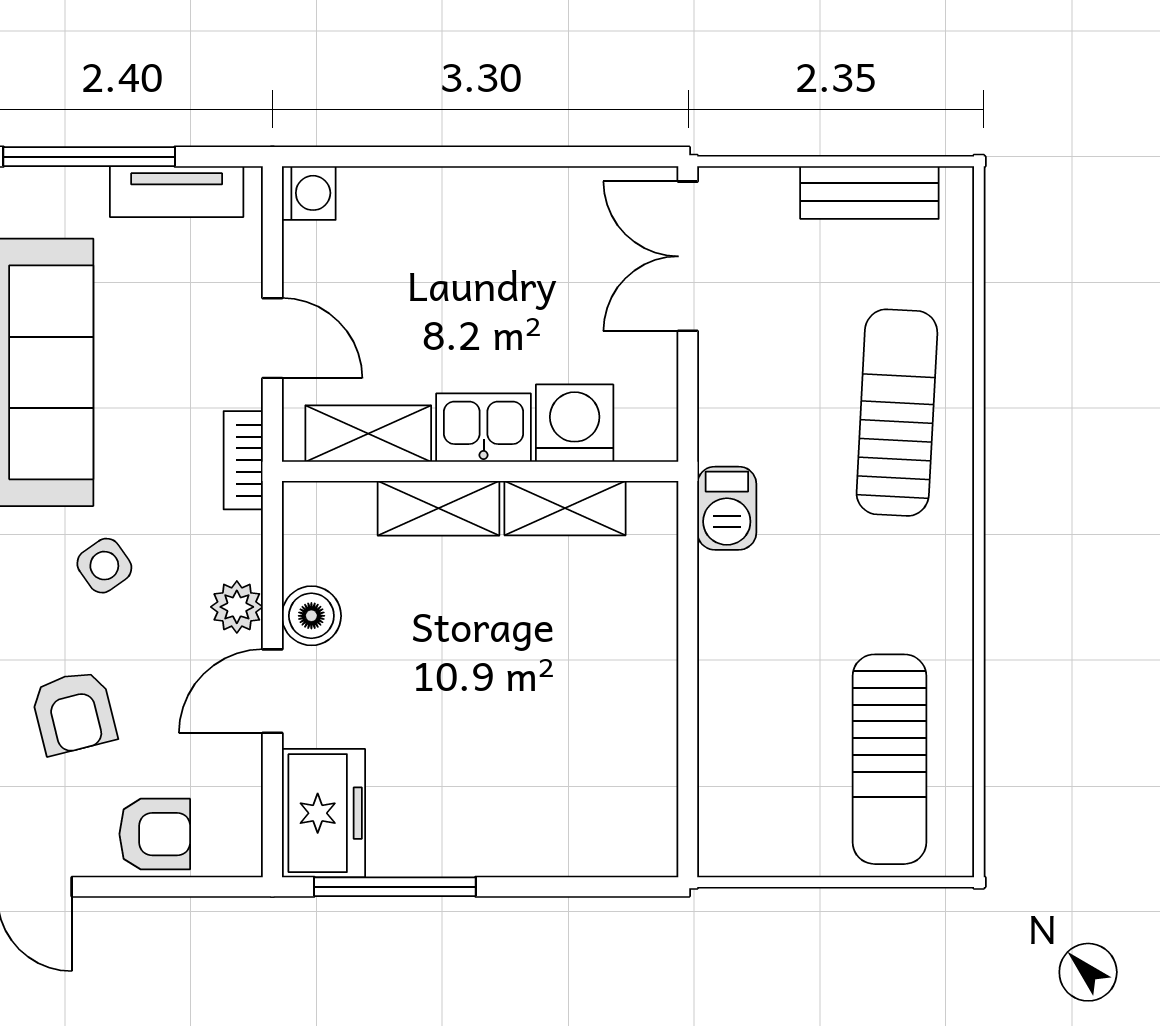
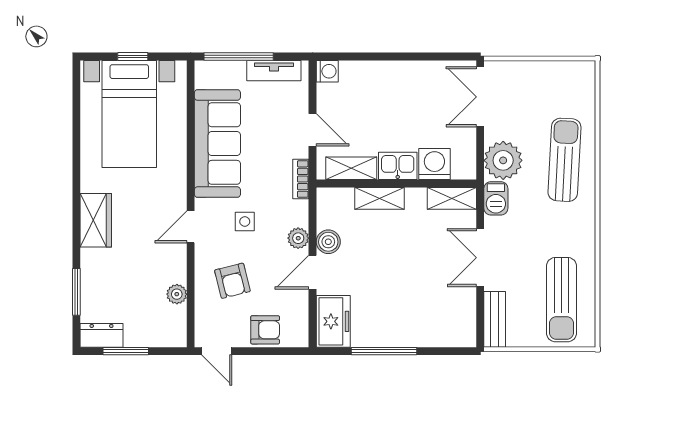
bench: (869, 192) -> (495, 319), moved, turned 90
plant: (745, 414) -> (503, 160), added
shelving: (565, 508) -> (452, 198), moved
side table: (104, 566) -> (245, 222), turned 35
double door: (688, 655) -> (480, 258), added
window: (395, 887) -> (384, 351), moved

